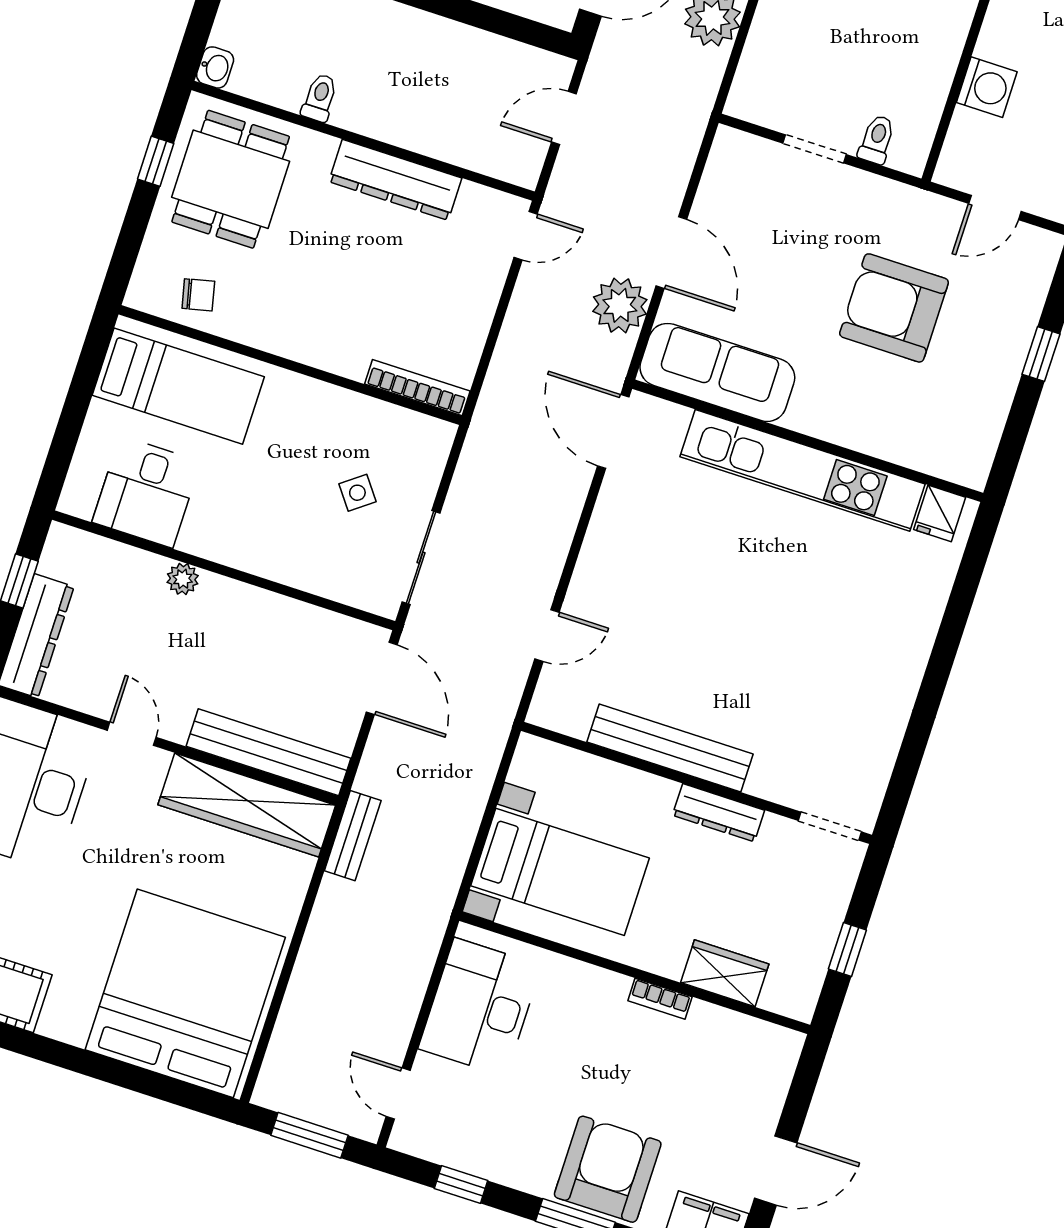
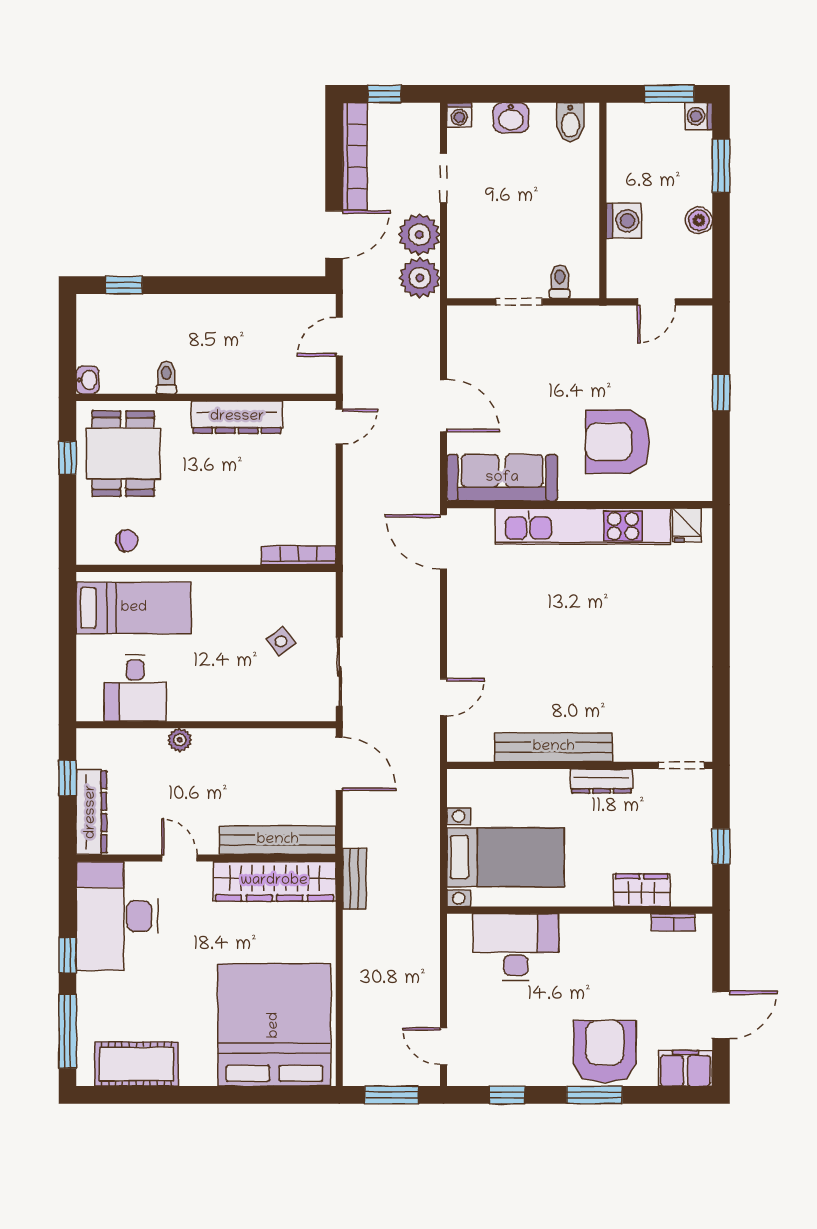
plant: (620, 305) -> (420, 278), moved
armchair: (894, 308) -> (618, 442), moved
bookcase: (660, 999) -> (673, 922), moved
desk: (480, 1007) -> (516, 947), moved, turned 90

